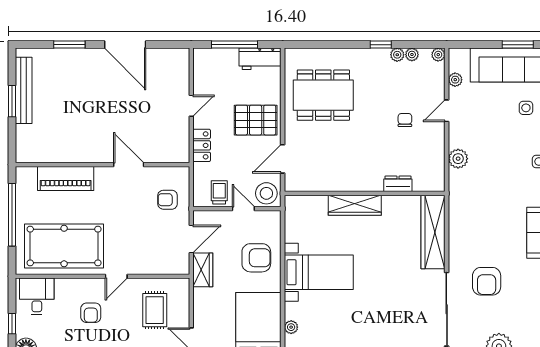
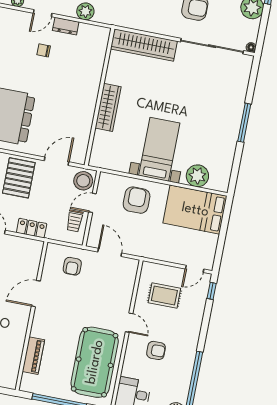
door: (447, 111) -> (43, 13), hinge flipped
door: (283, 159) -> (57, 161), swing flipped
piano: (66, 178) -> (33, 356), width x0.73, depth x0.75
dresser: (398, 184) -> (66, 26), moved, turned -90
trolley: (219, 192) -> (75, 221), turned -90
wardrobe: (203, 270) -> (138, 248), removed
plant: (291, 327) -> (197, 176), width x1.88, depth x1.88

